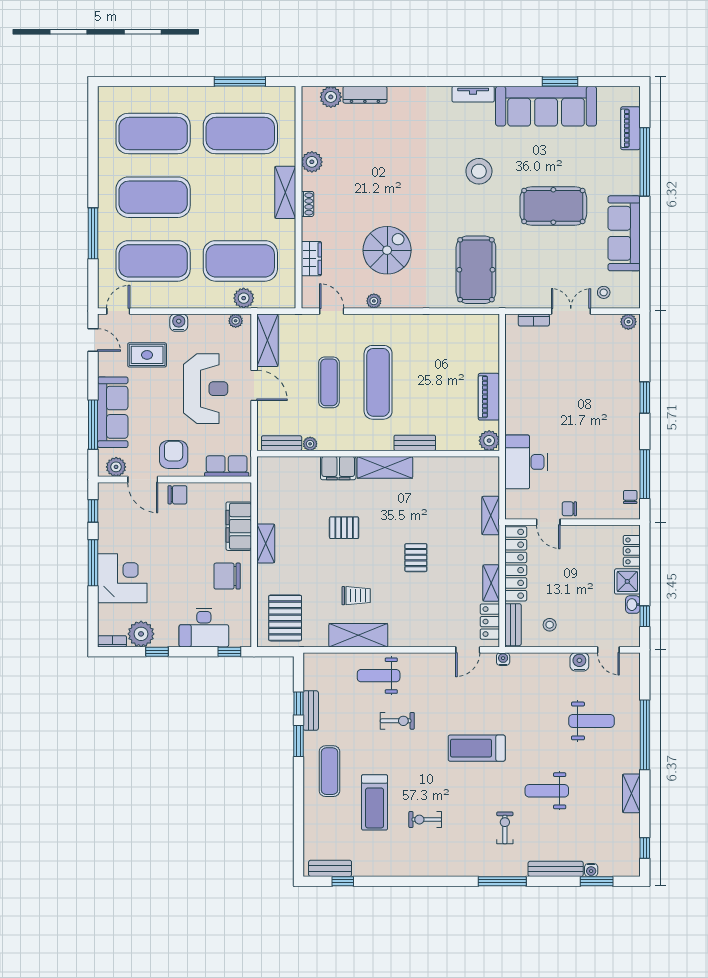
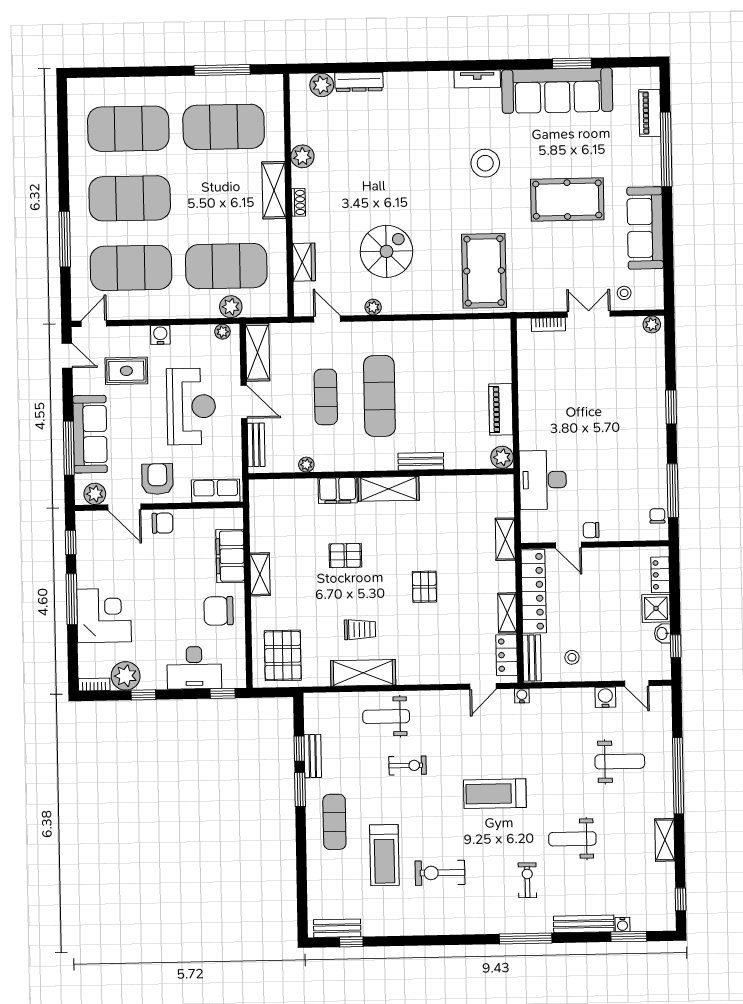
bench: (282, 443) -> (256, 445), moved, turned 90
exercise bike: (425, 820) -> (440, 873), width x1.38, depth x1.39

